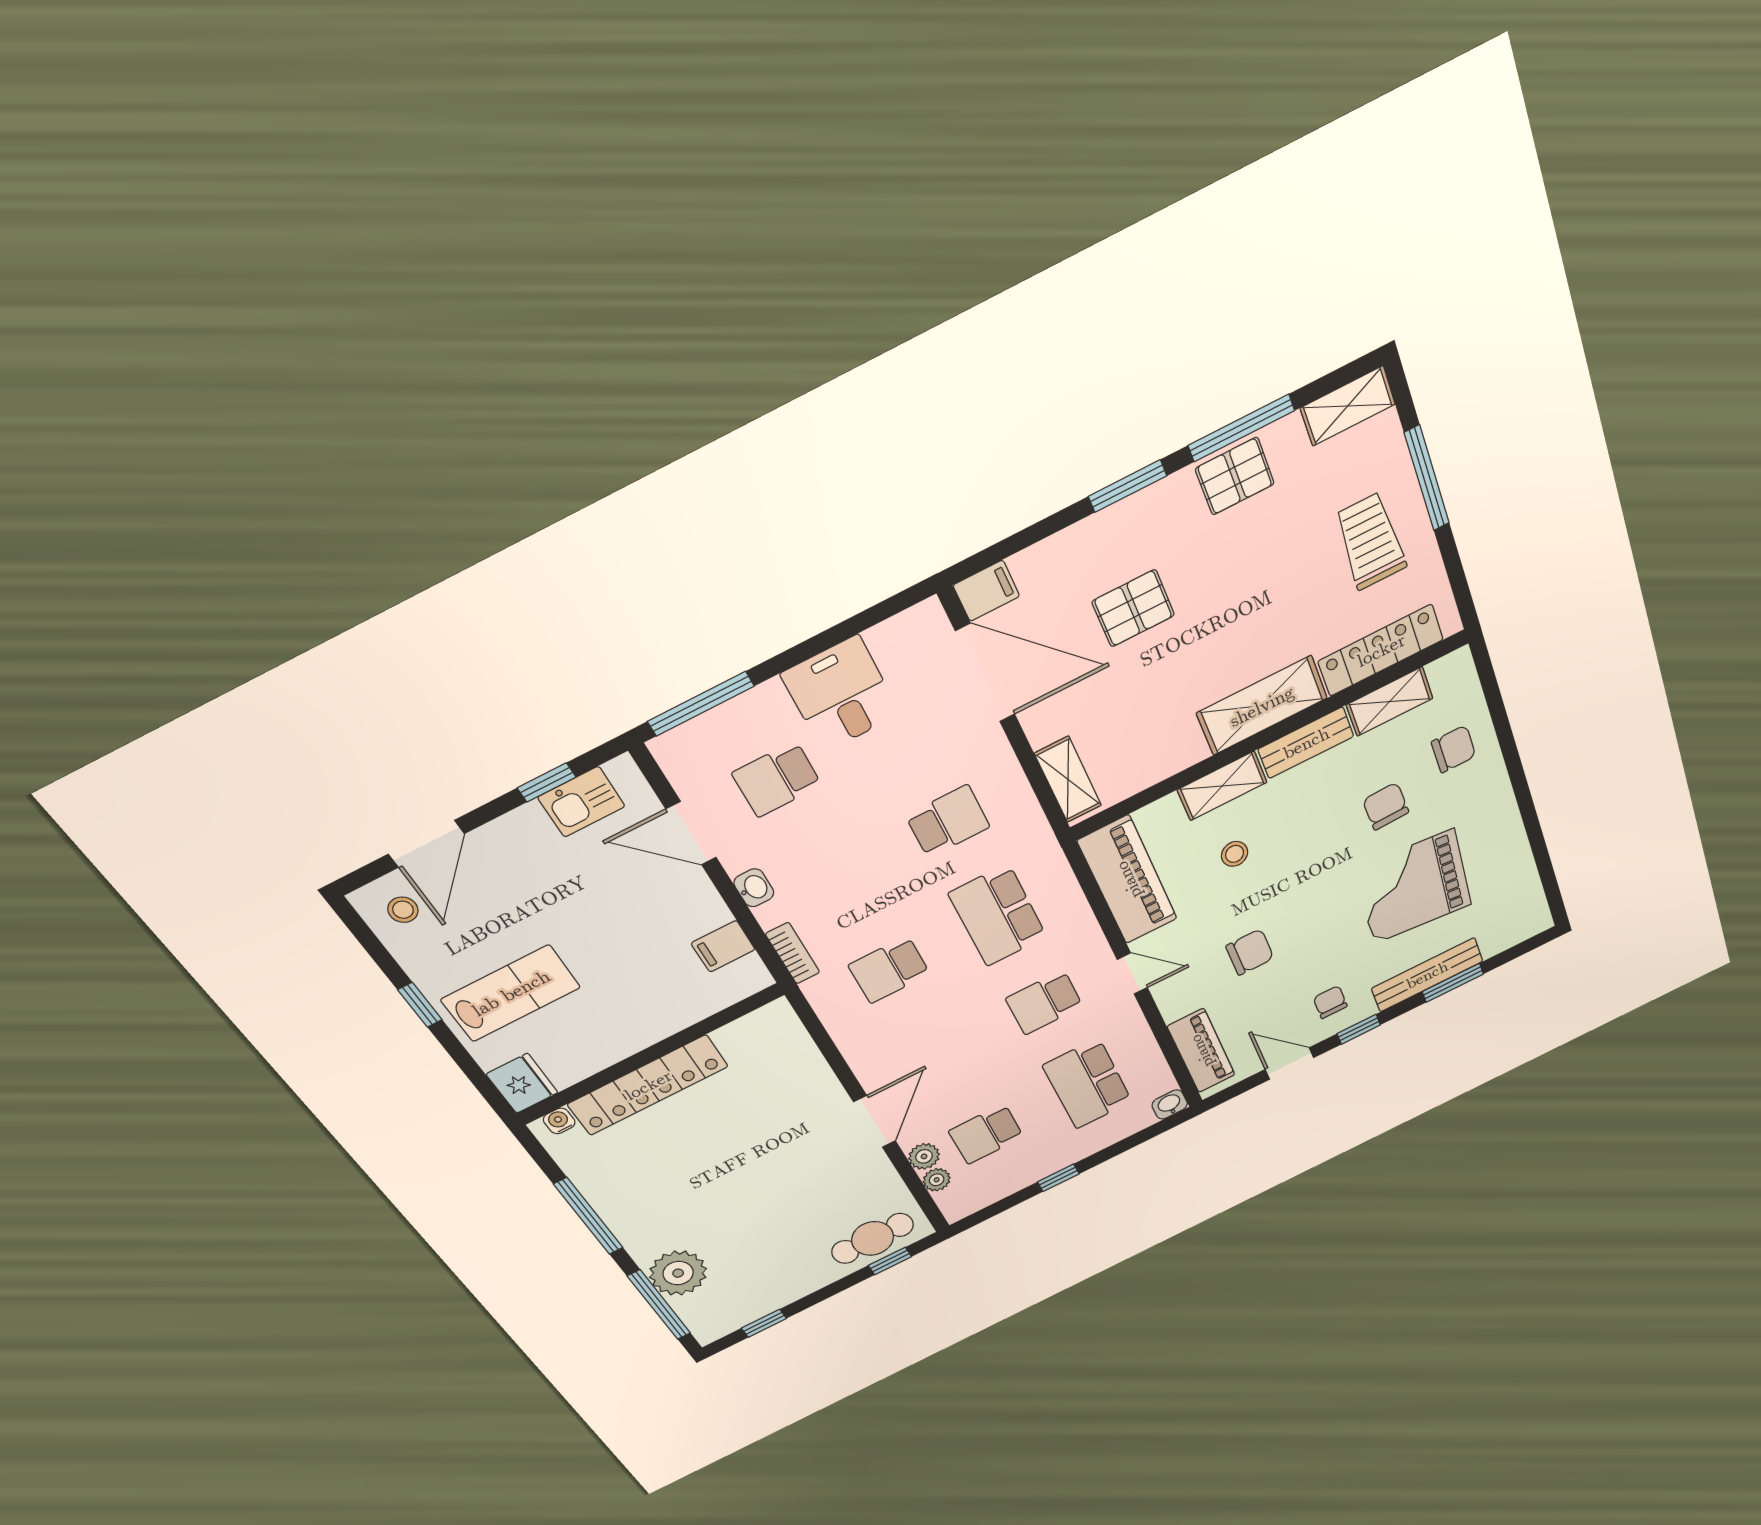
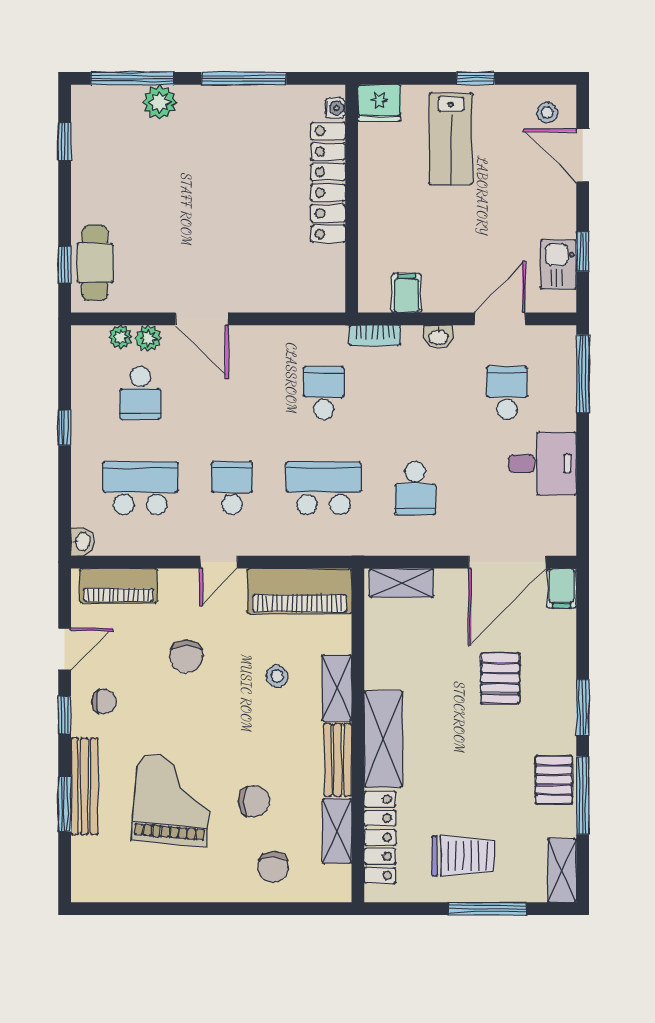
school desk: (986, 1134) -> (140, 393), turned 180
plant: (678, 1273) -> (160, 102), width x0.73, depth x0.73

